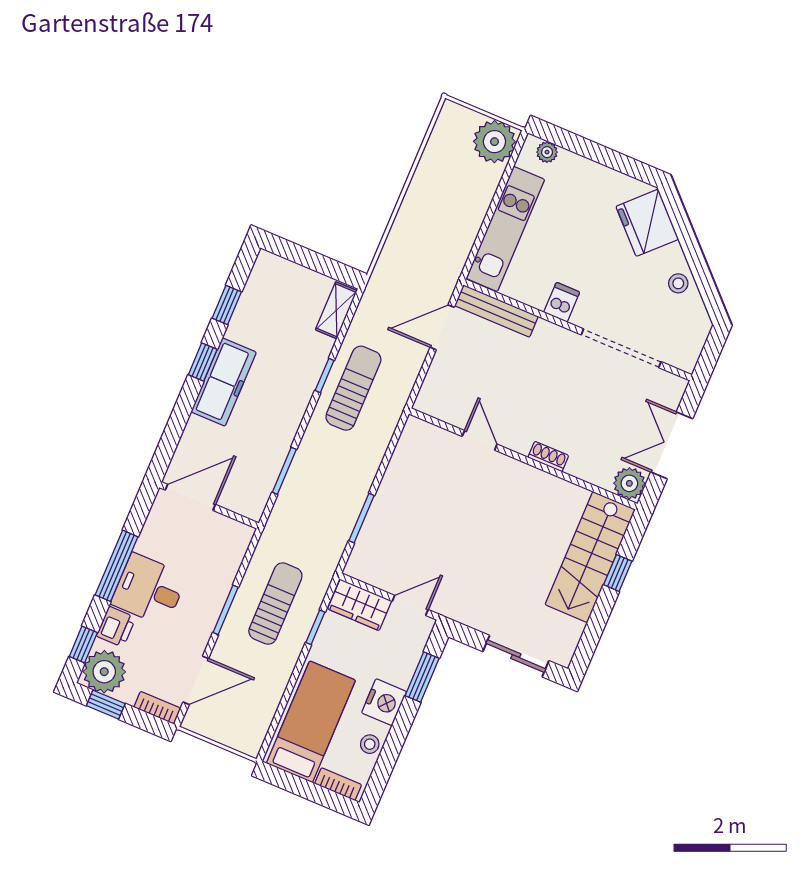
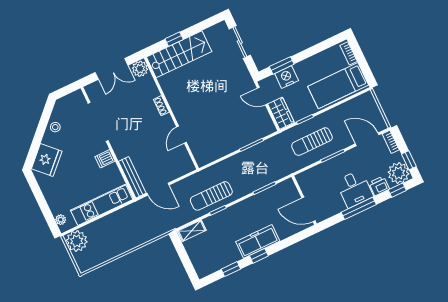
nightstand: (384, 702) -> (287, 77), moved
stool: (370, 744) -> (324, 58), removed

